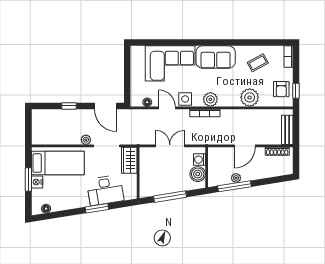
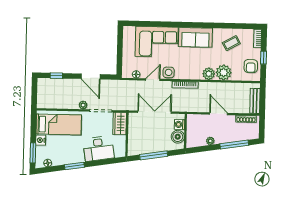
window: (296, 91) -> (264, 58), moved
plant: (210, 99) -> (209, 74), moved
window: (69, 106) -> (56, 76), moved
door: (106, 106) -> (91, 77), moved
door: (167, 108) -> (153, 80), hinge flipped
double door: (170, 146) -> (155, 112), width x1.37
door: (245, 146) -> (218, 114), swing flipped
window: (28, 179) -> (33, 153), moved
window: (235, 186) -> (234, 144), moved
window: (97, 208) -> (74, 166), moved

